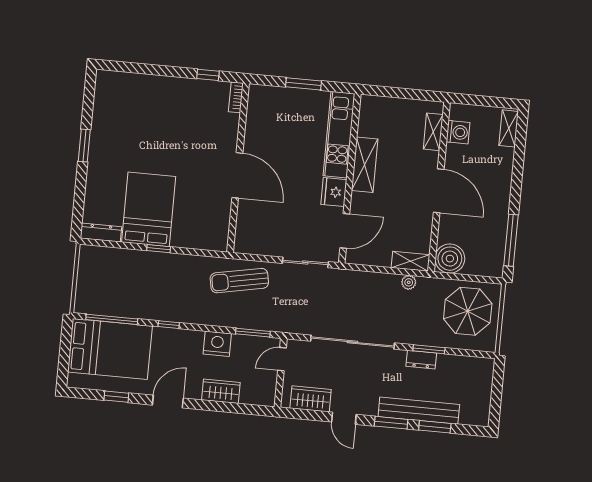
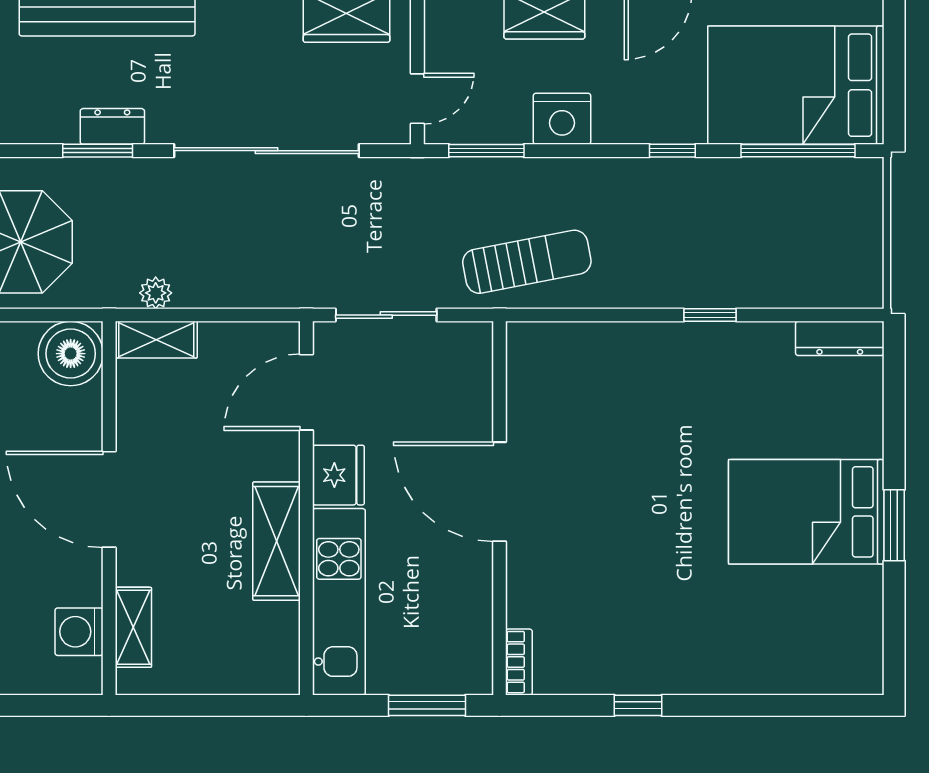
bookcase: (236, 97) -> (519, 662), moved
wall: (238, 168) -> (500, 508), moved
door: (237, 175) -> (500, 492), moved
bed: (149, 209) -> (806, 512), moved, turned 90

